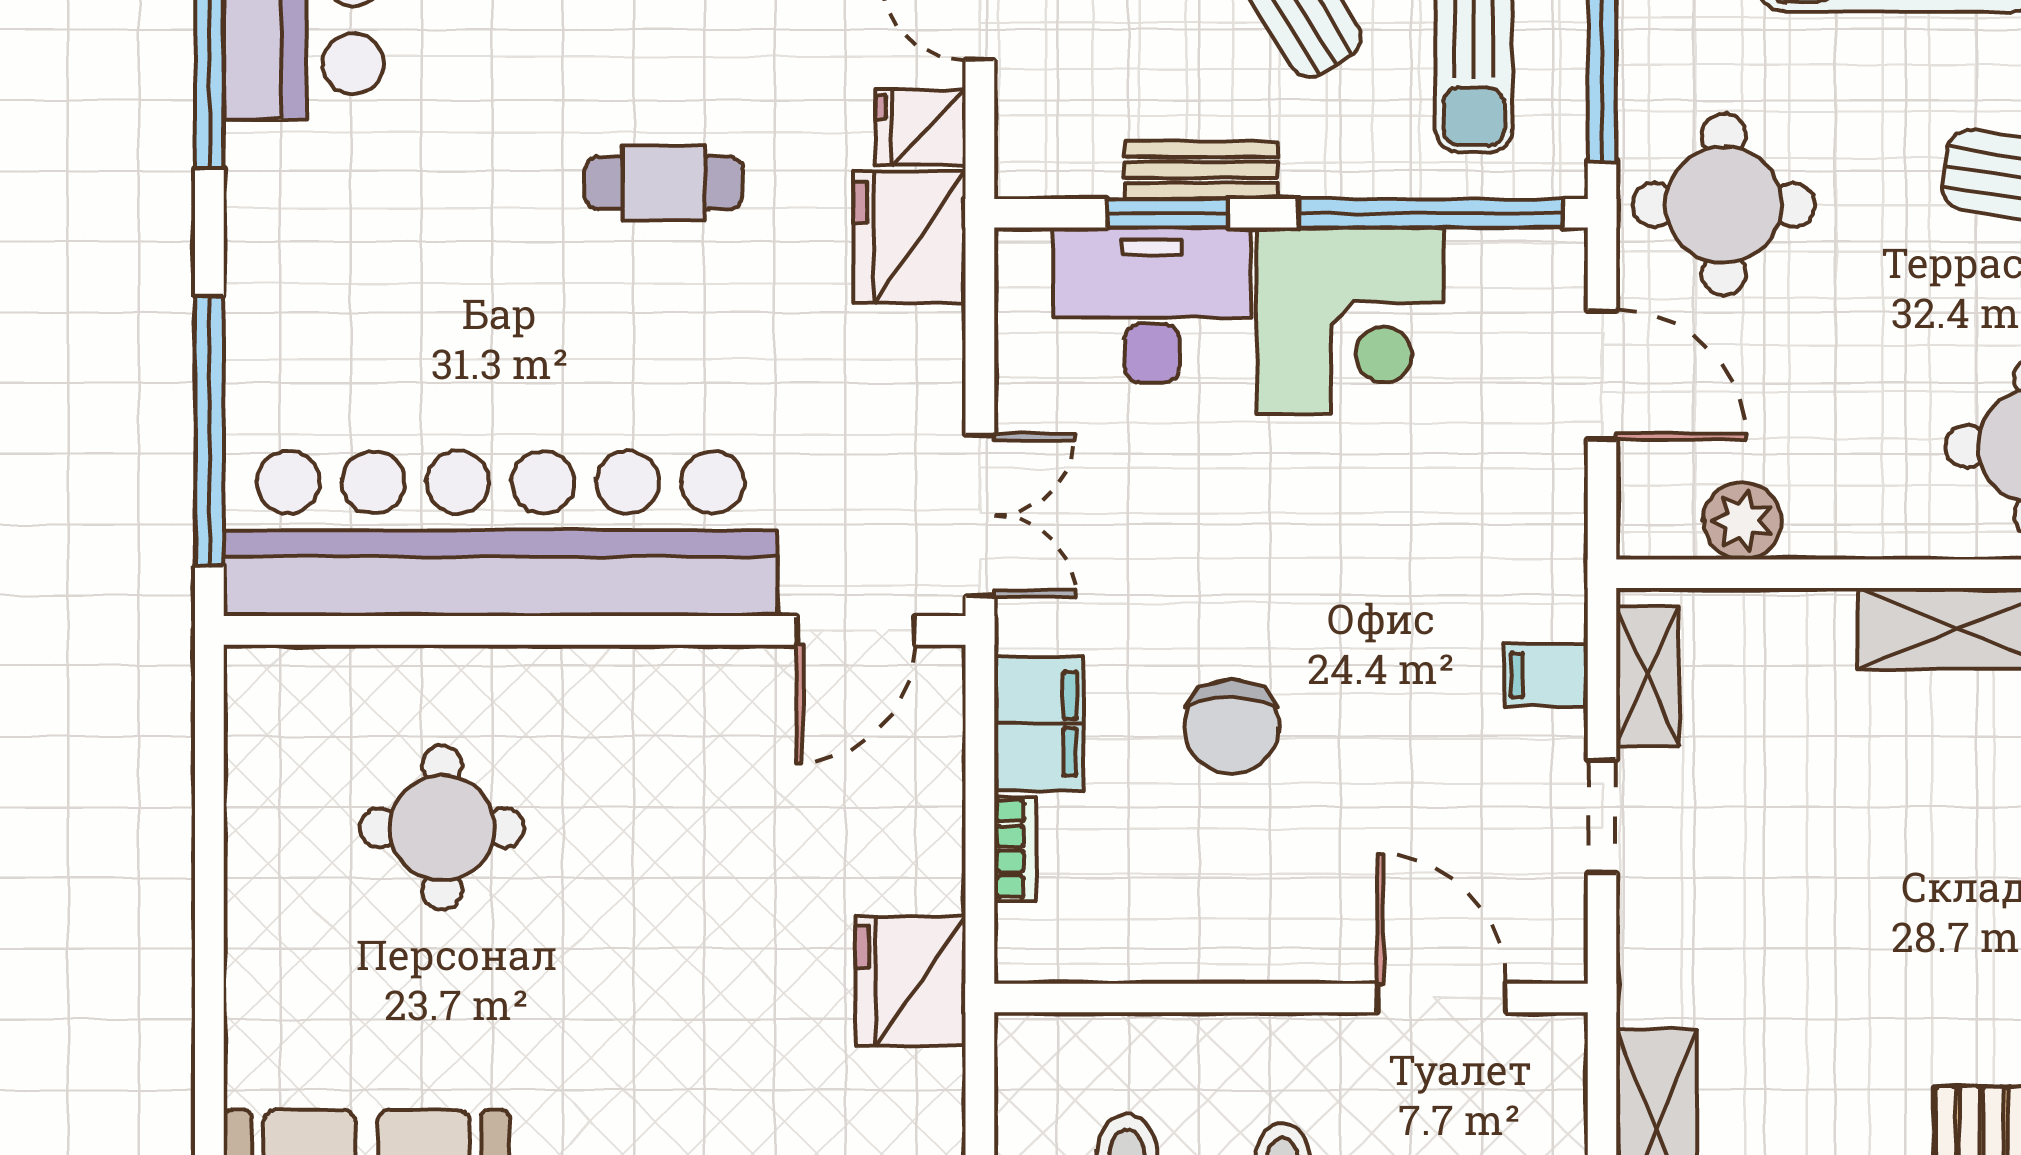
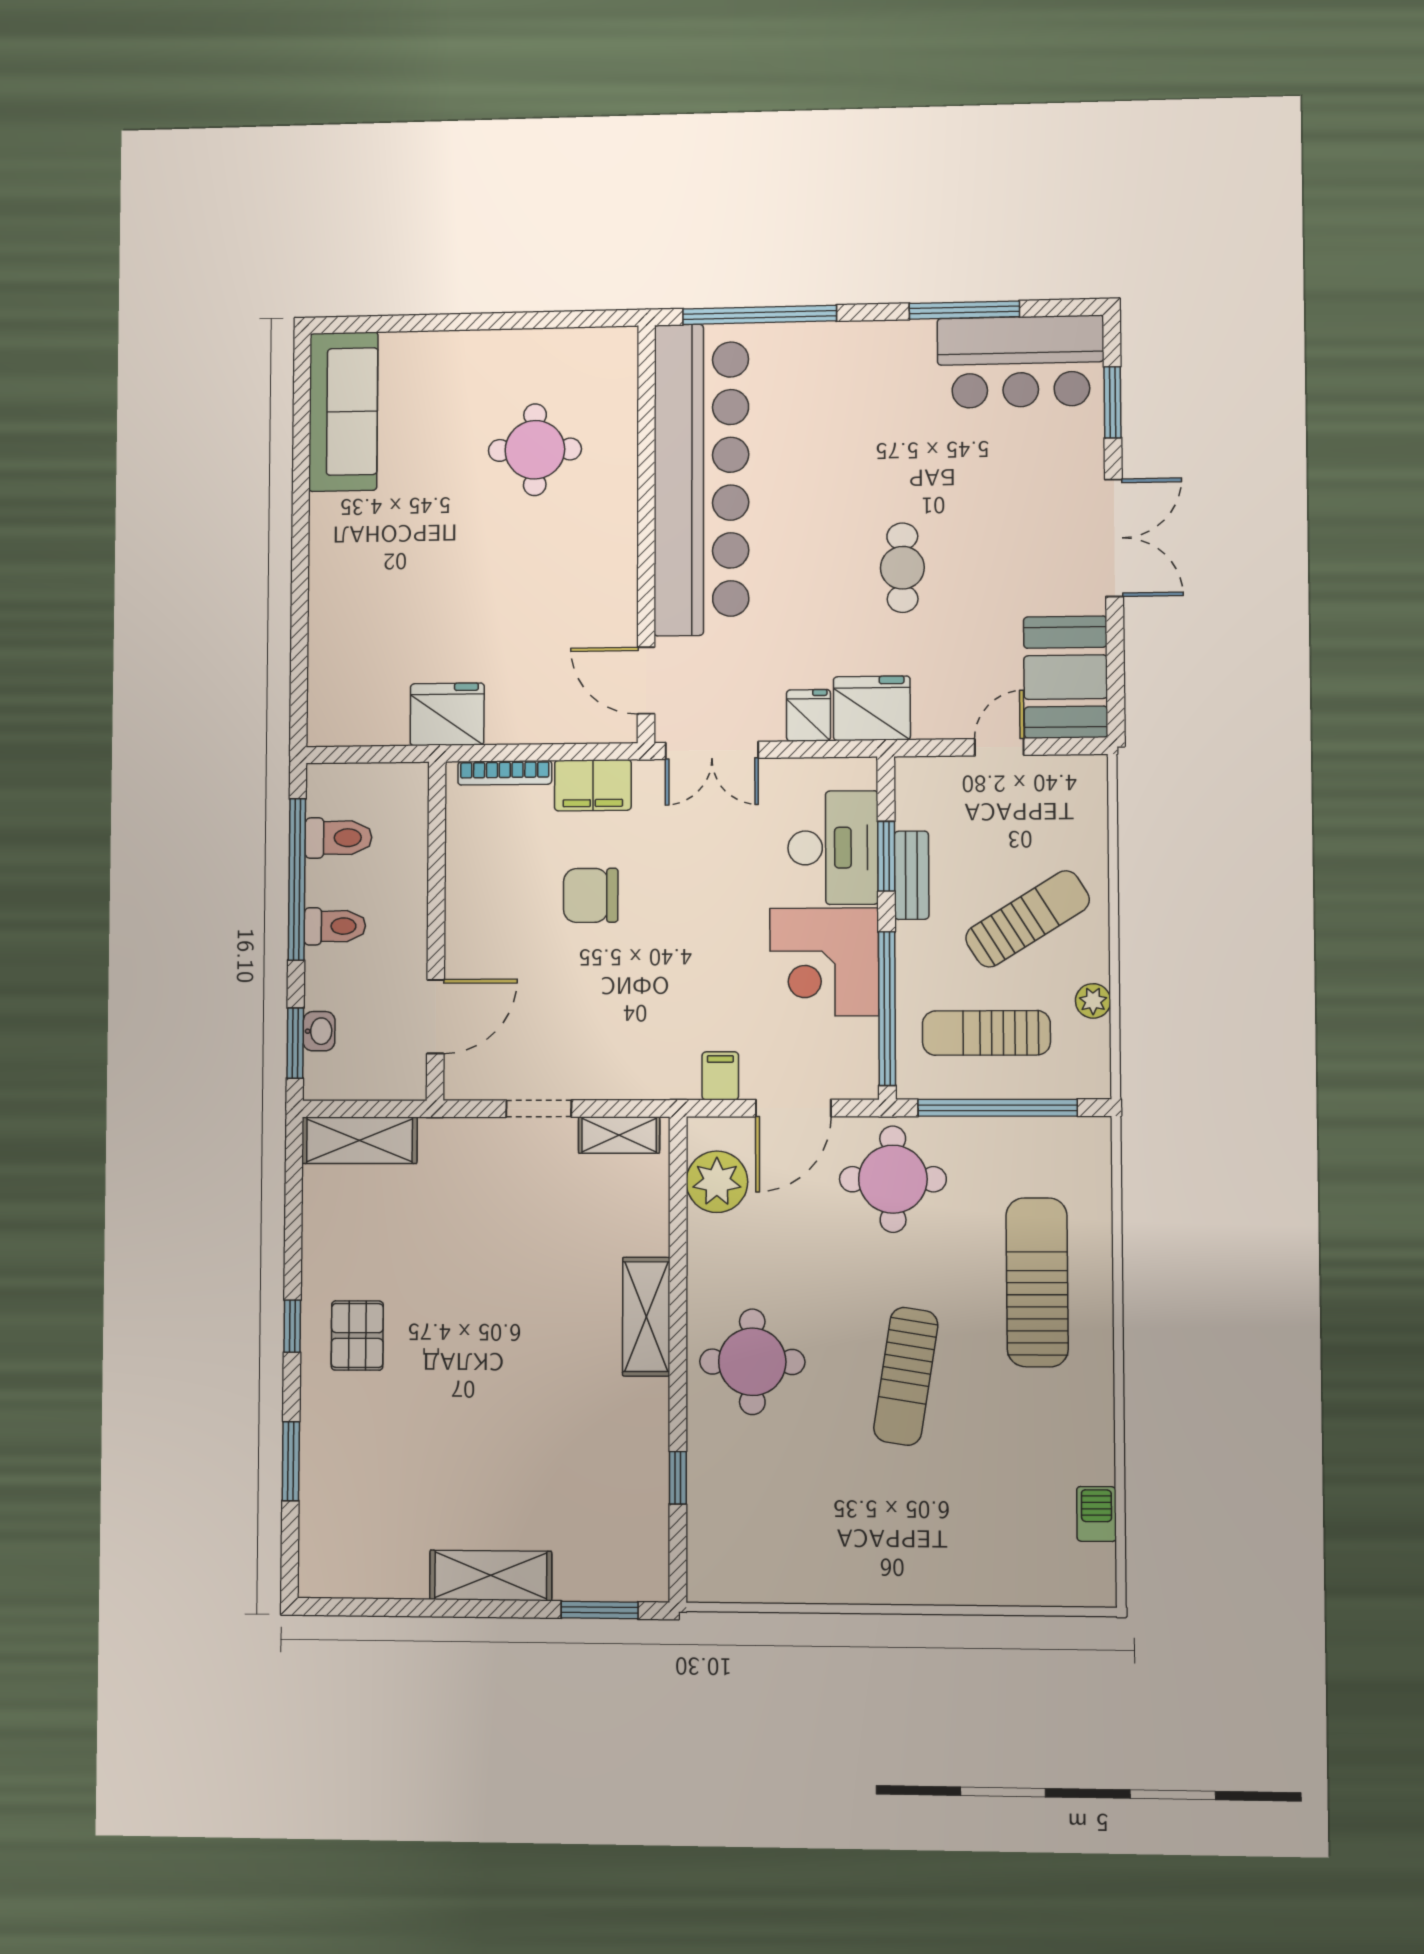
fridge: (921, 127) -> (809, 715), moved
plant: (1742, 521) -> (717, 1182), width x1.36, depth x1.36
filing cabinet: (1546, 675) -> (720, 1076), moved
bookcase: (1015, 849) -> (505, 773), width x1.56

